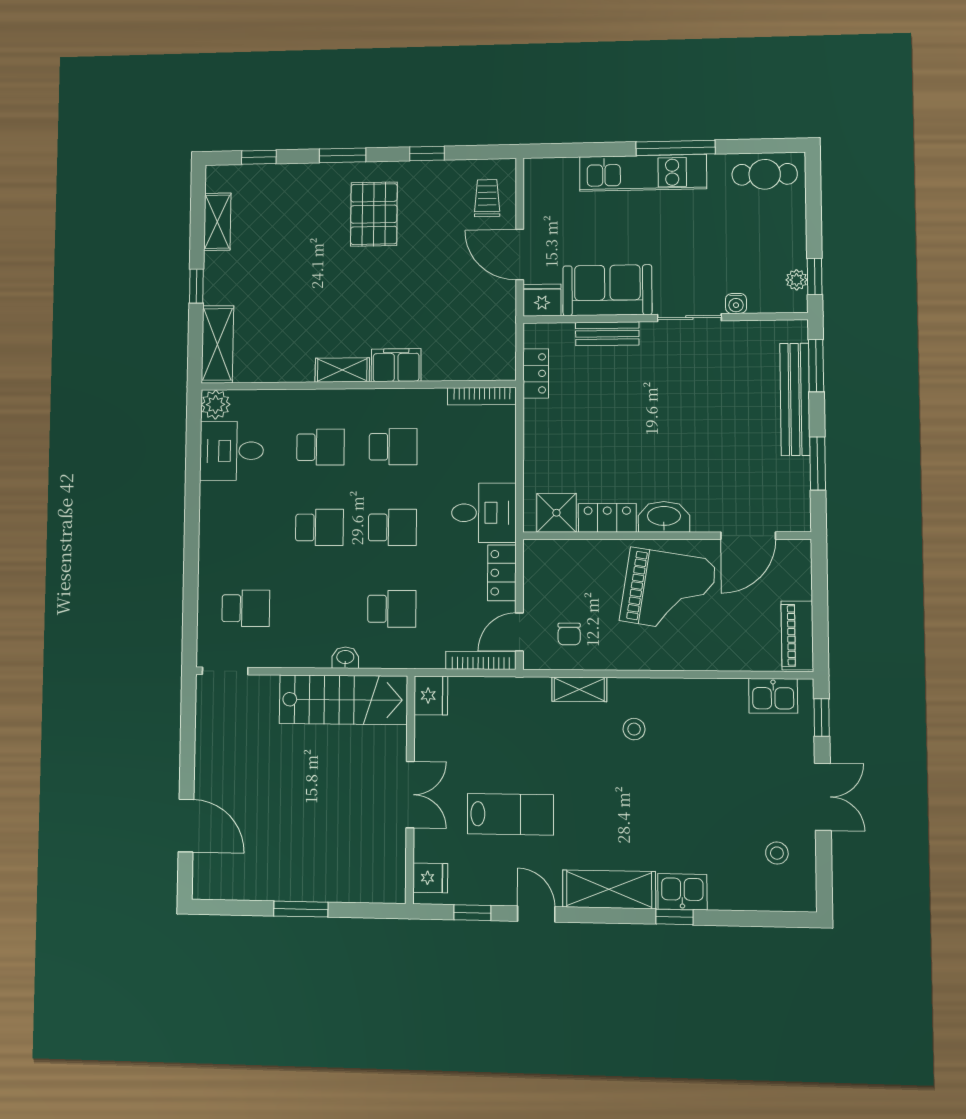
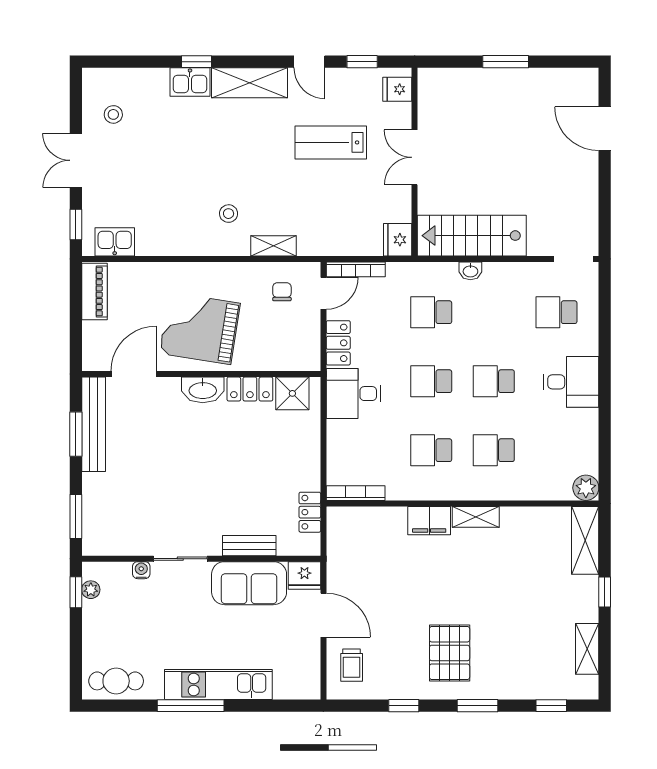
bench: (795, 399) -> (94, 424), moved
desk: (232, 451) -> (571, 382), moved

